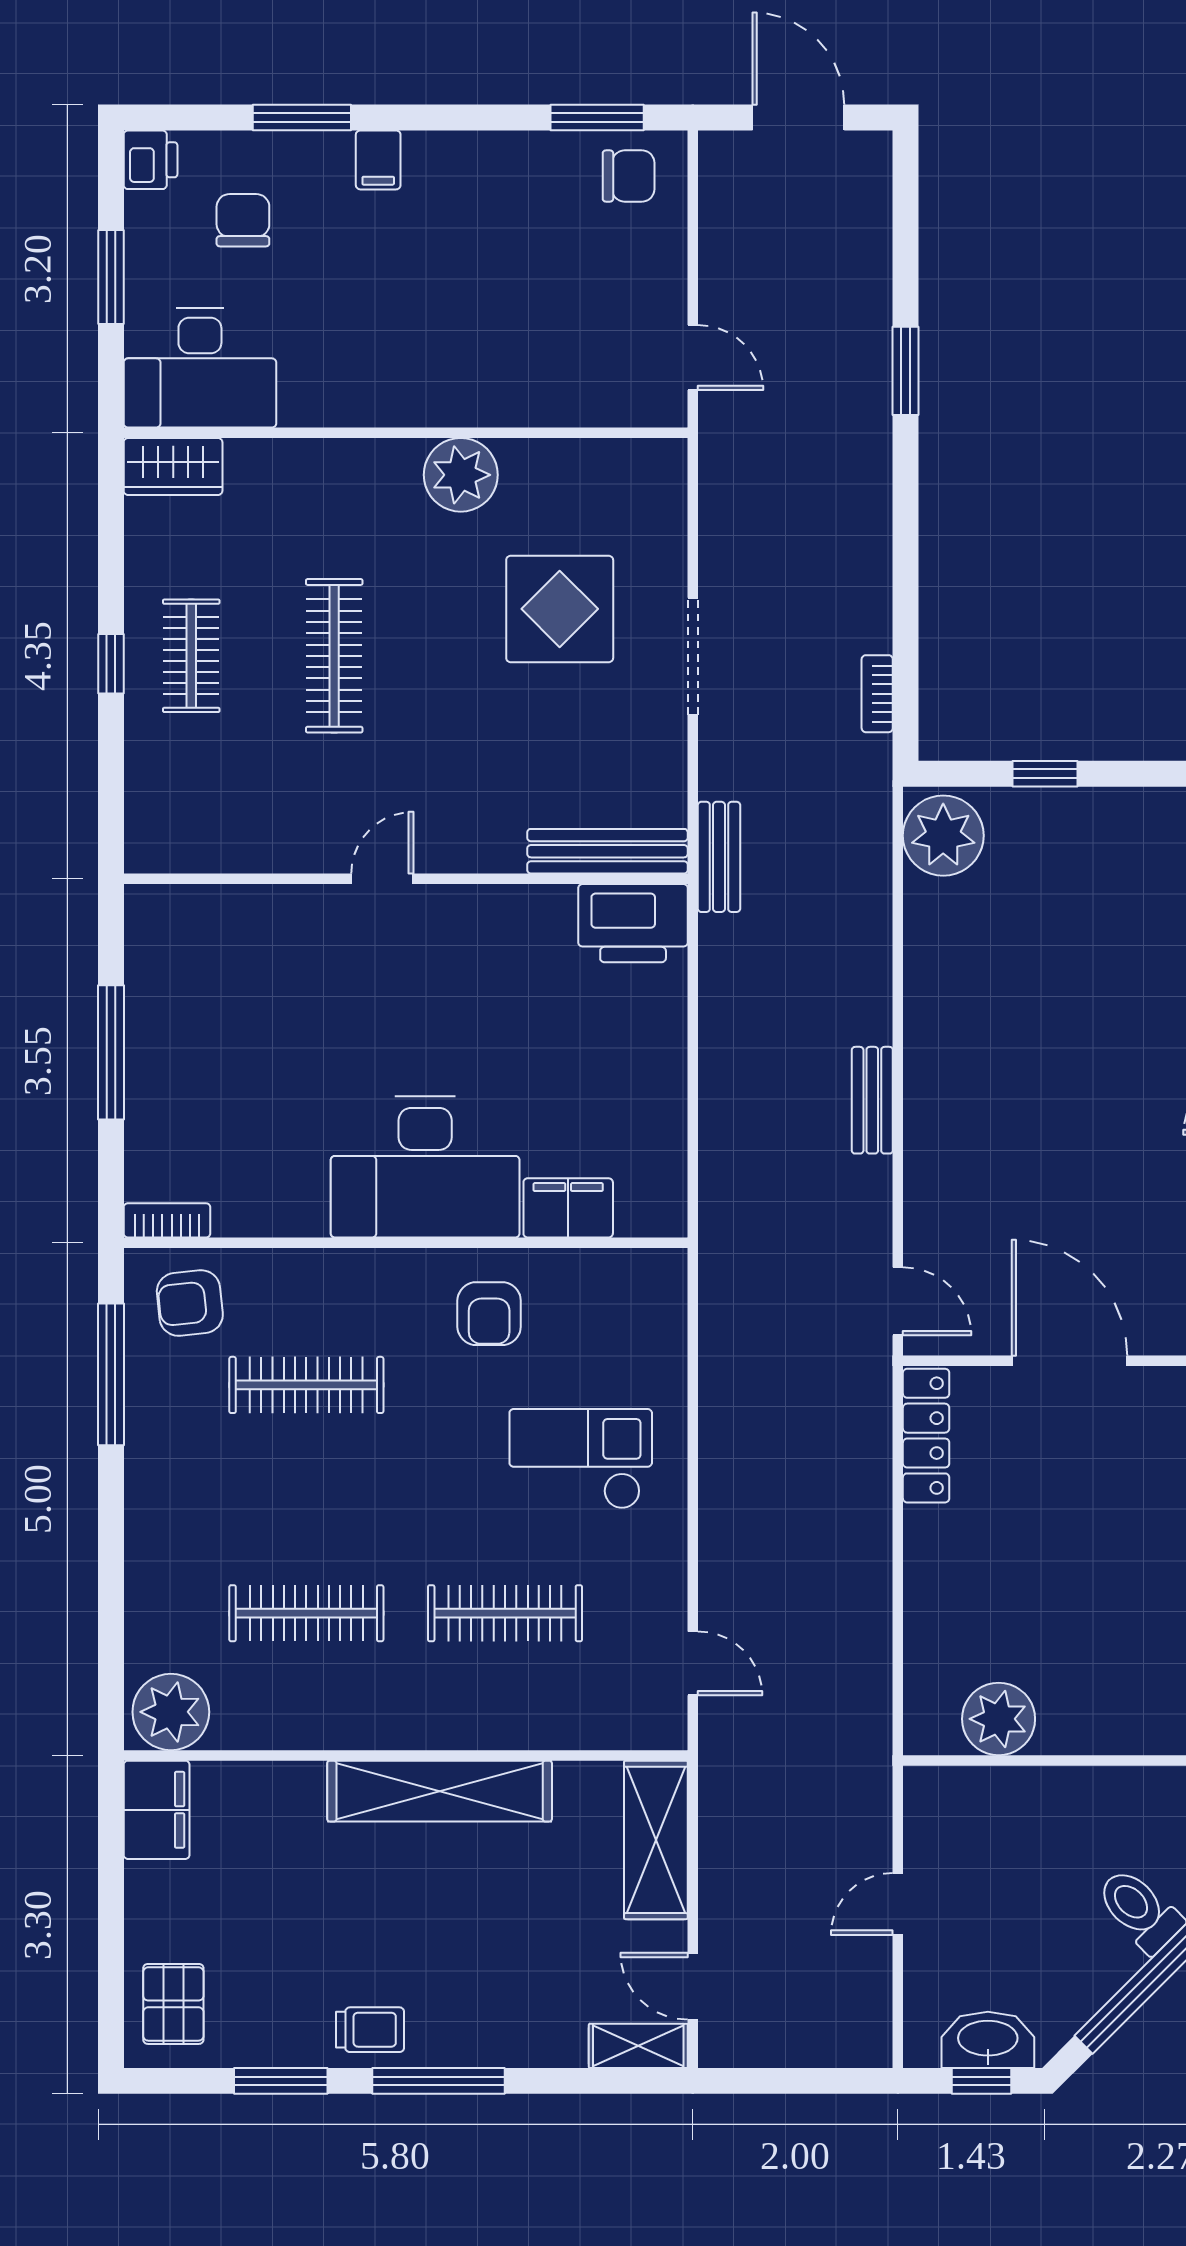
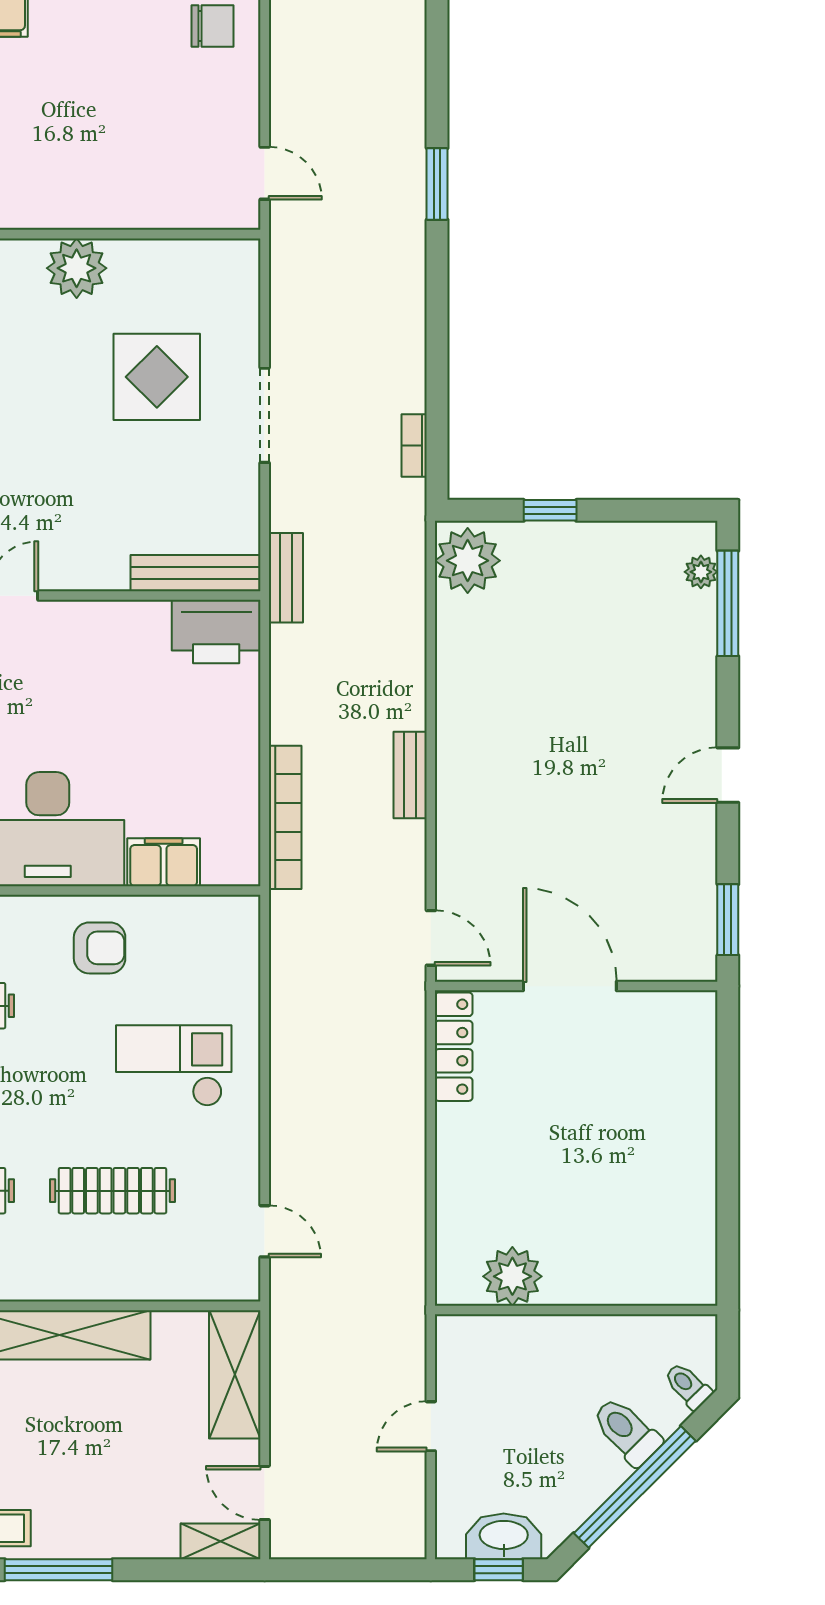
bookcase: (718, 1152) -> (285, 817), added
armchair: (489, 1314) -> (100, 948), turned -90

